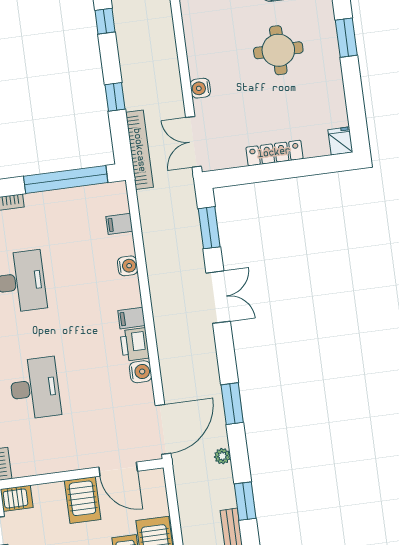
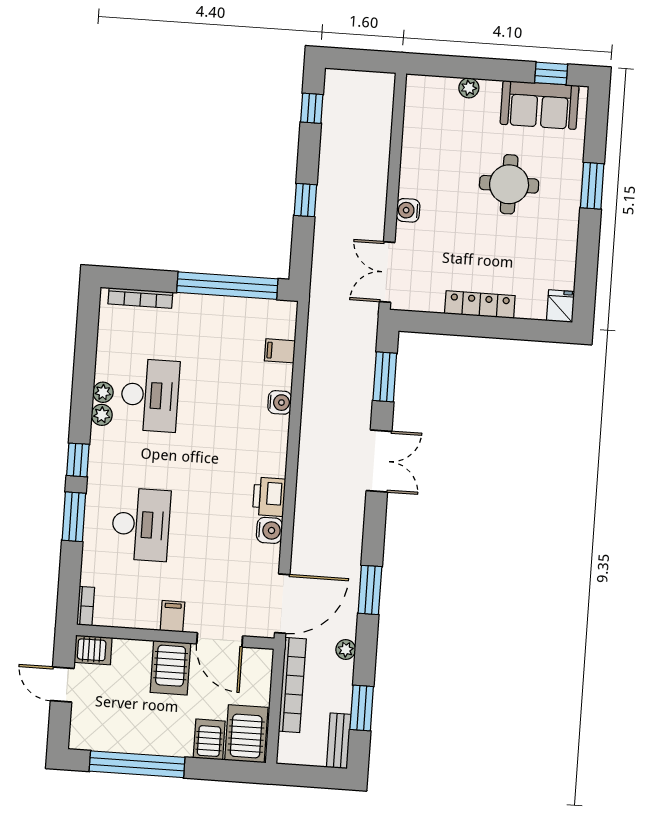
bookcase: (139, 150) -> (292, 685), moved
filing cabinet: (131, 318) -> (172, 616), moved, turned 90

